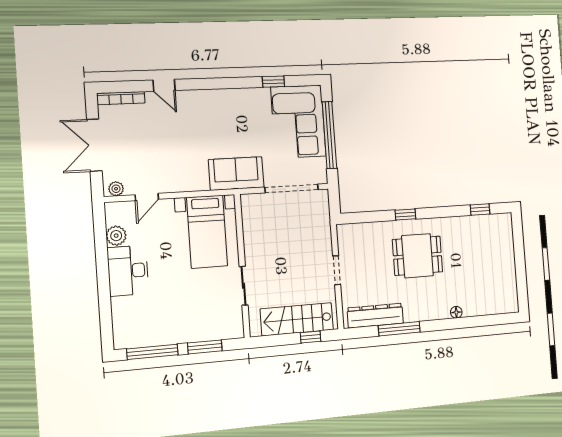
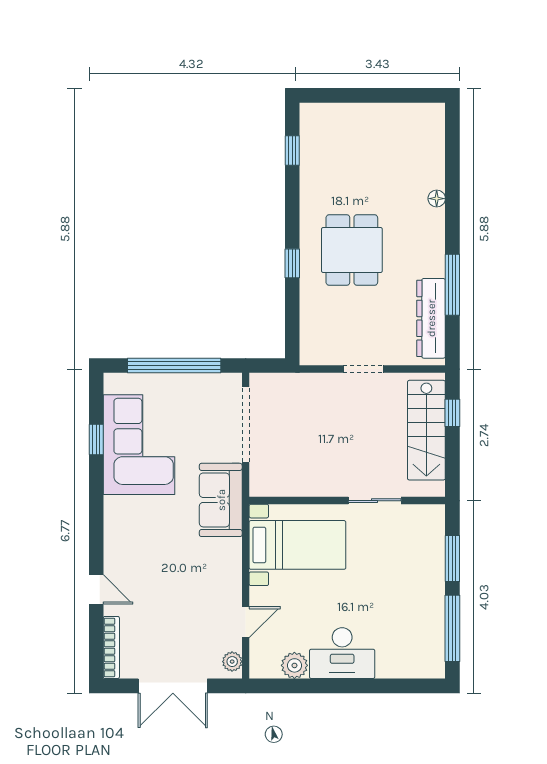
door: (164, 85) -> (96, 589), hinge flipped
corner sofa: (298, 122) -> (139, 445), moved, turned -90
door: (147, 197) -> (246, 622), hinge flipped

